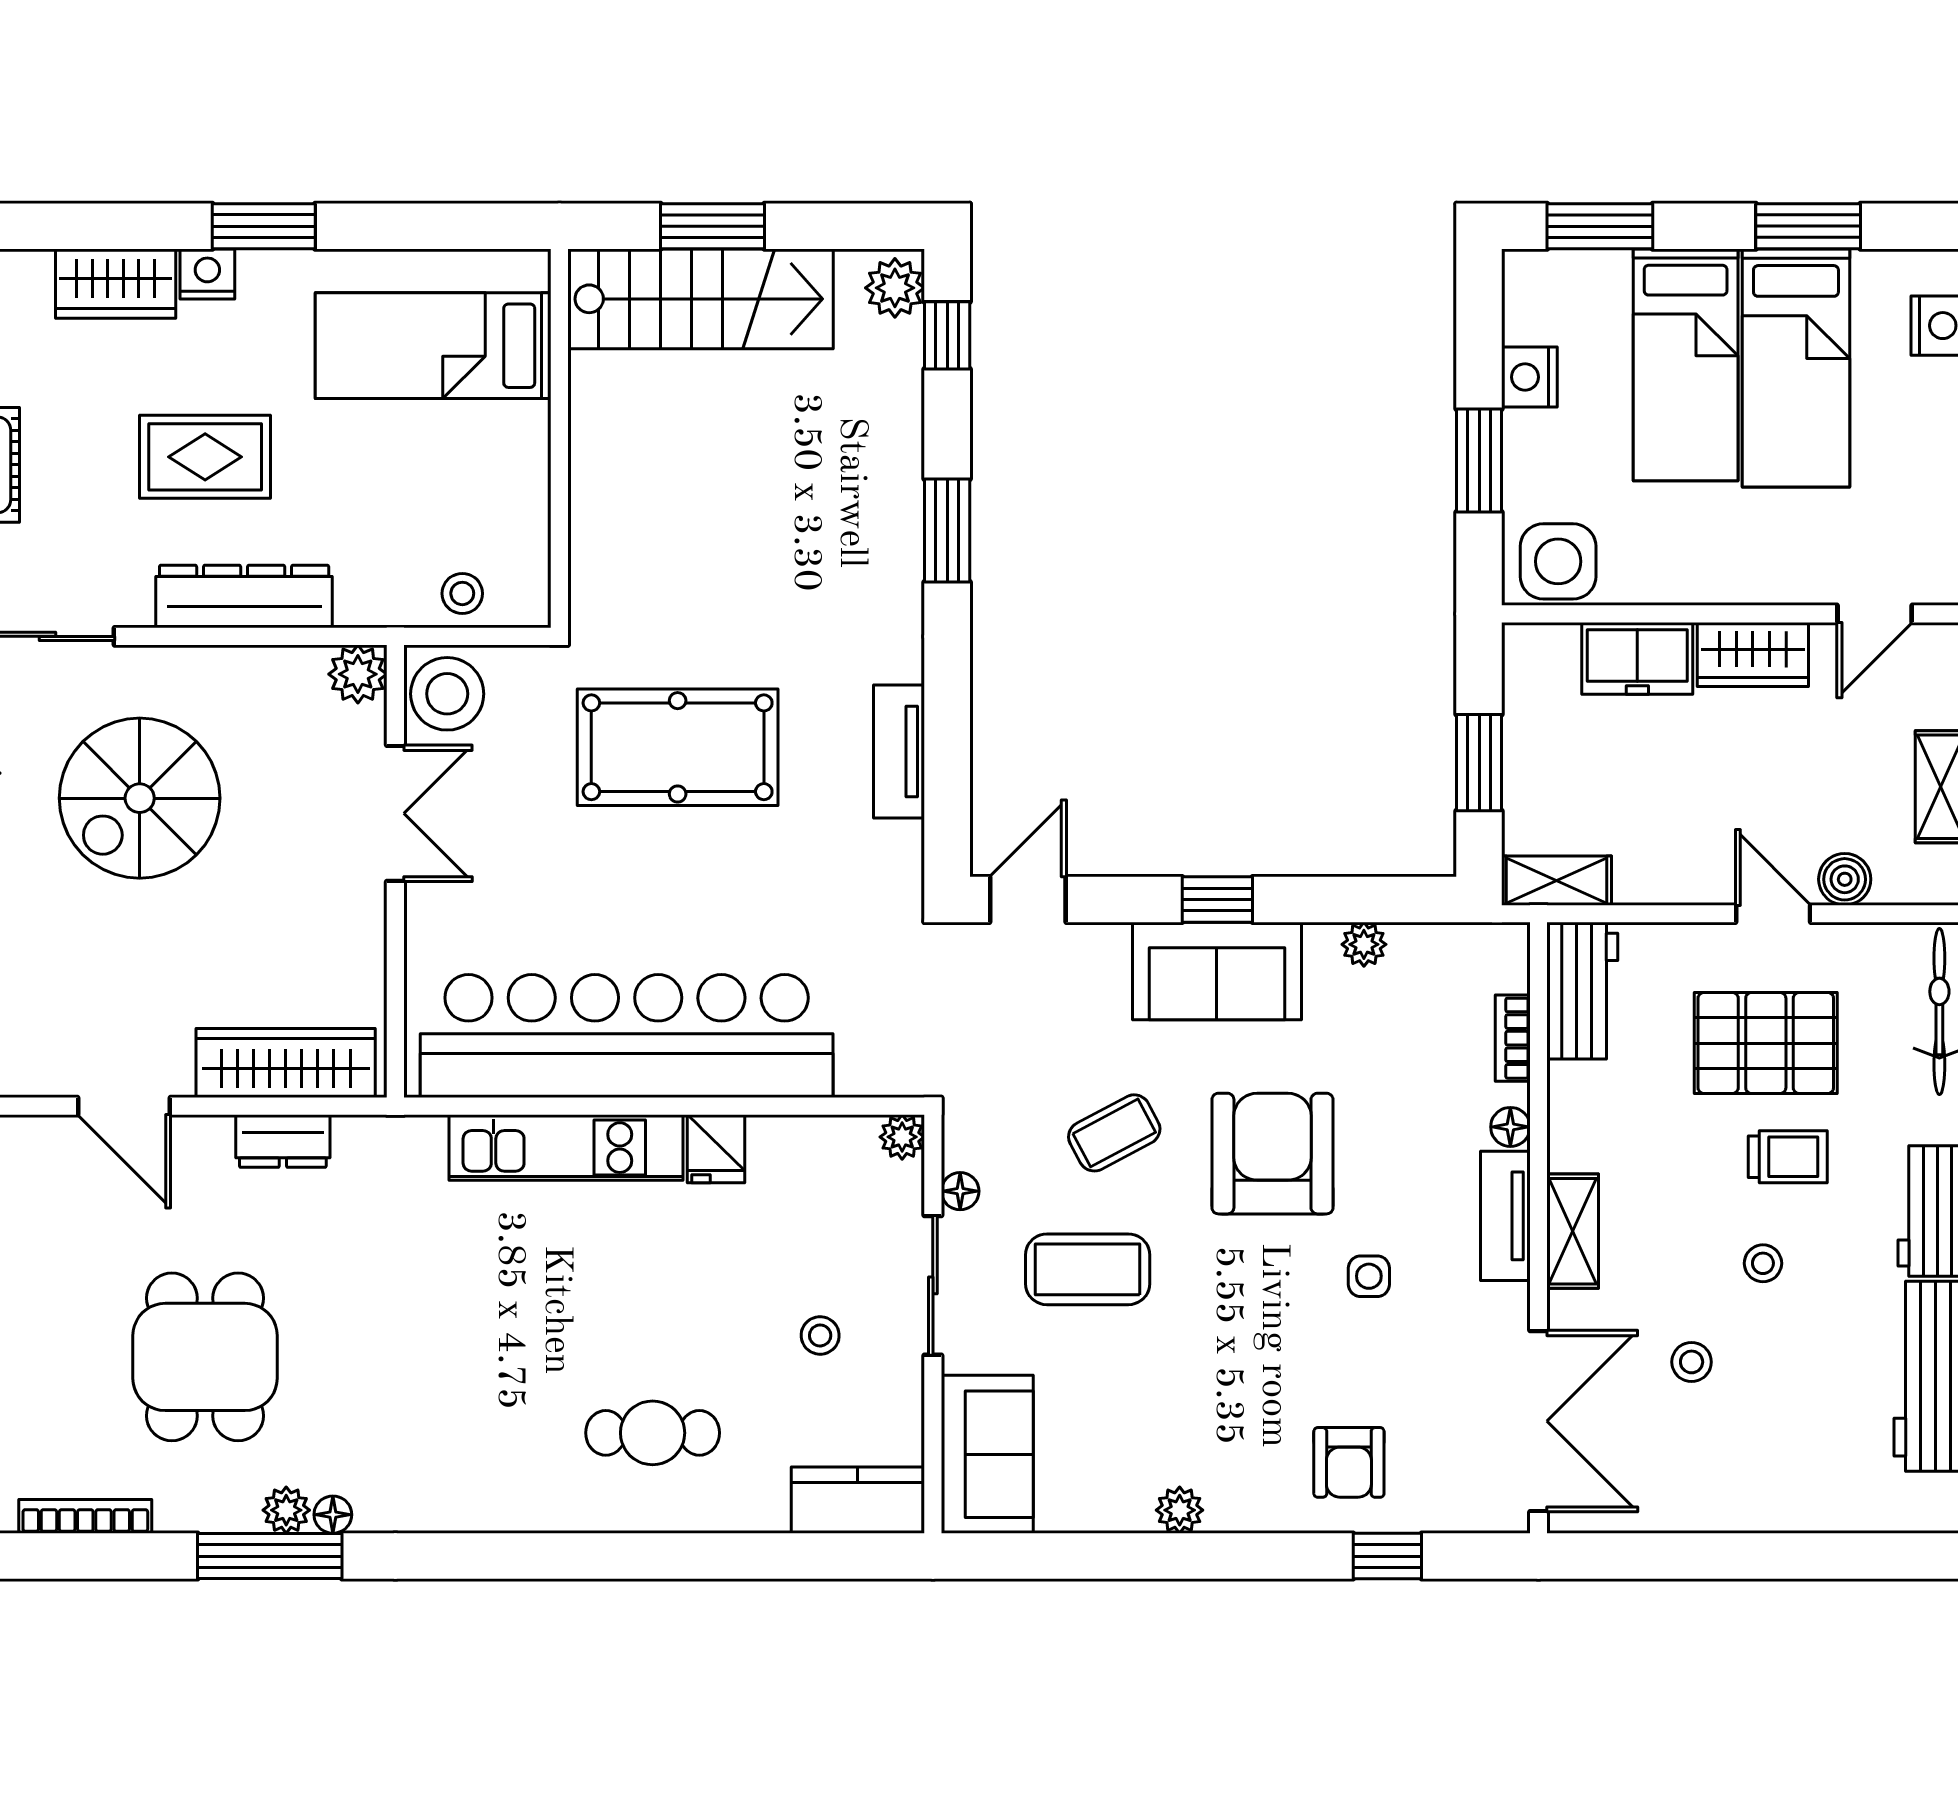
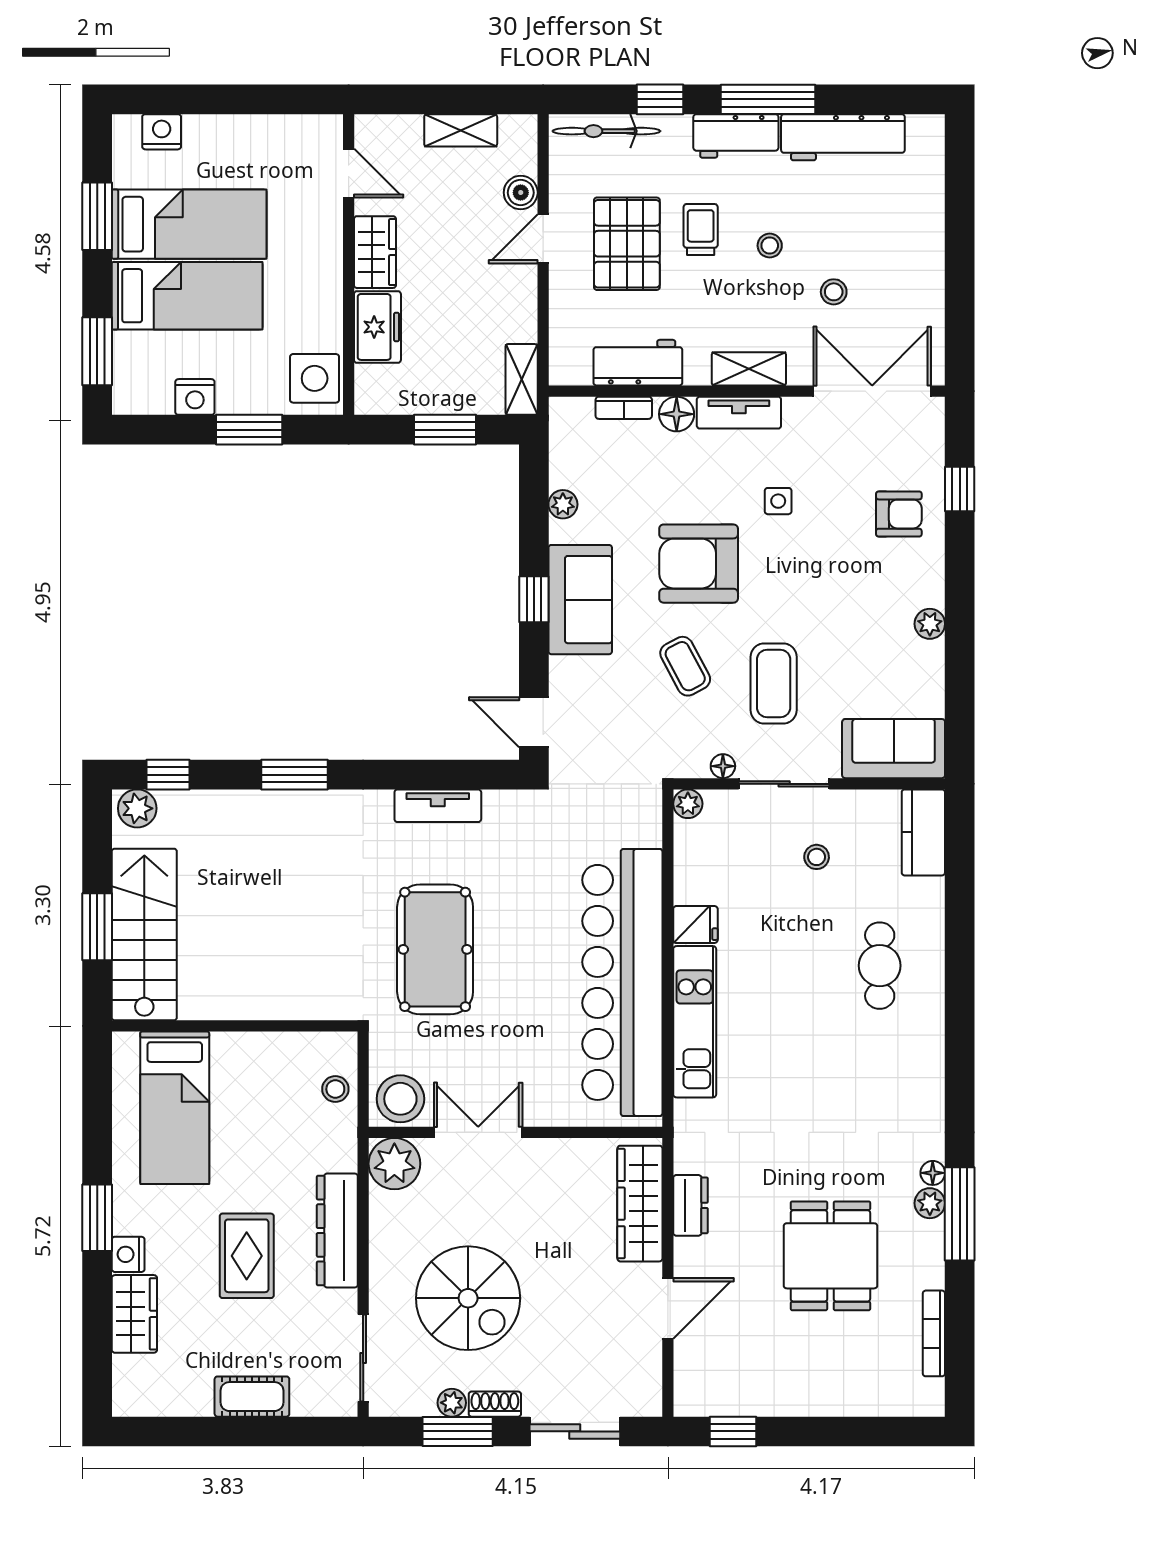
plant: (358, 674) -> (394, 1164), width x1.36, depth x1.36
workbench: (1582, 991) -> (638, 363), moved
floor lamp: (1510, 1127) -> (677, 414), width x1.37, depth x1.37
dining table: (205, 1357) -> (830, 1256), turned 90

